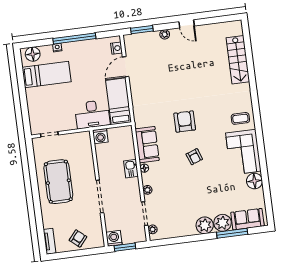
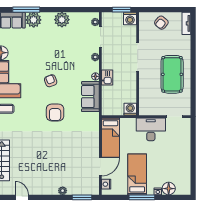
door: (187, 24) -> (22, 197), moved
window: (74, 38) -> (142, 197), width x0.68
floor lamp: (33, 54) -> (169, 189), moved
bed: (47, 75) -> (137, 174), moved, turned 90
desk: (92, 114) -> (151, 129), moved
plant: (205, 225) -> (62, 20), moved

